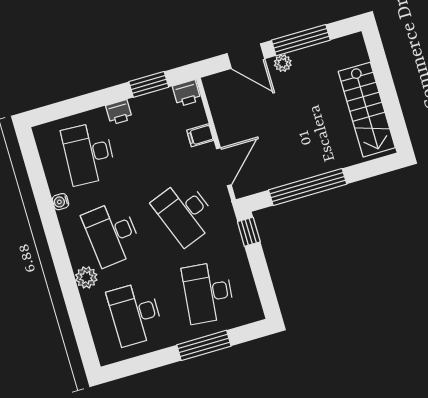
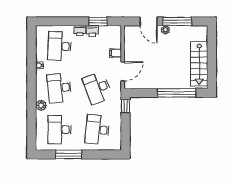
printer: (187, 93) -> (92, 31), moved
window: (308, 187) -> (177, 93), moved
window: (204, 345) -> (69, 154), moved

